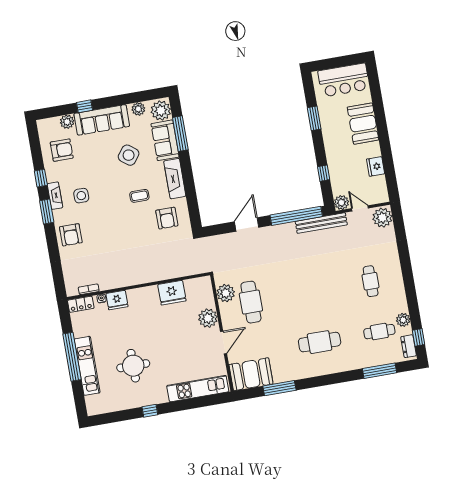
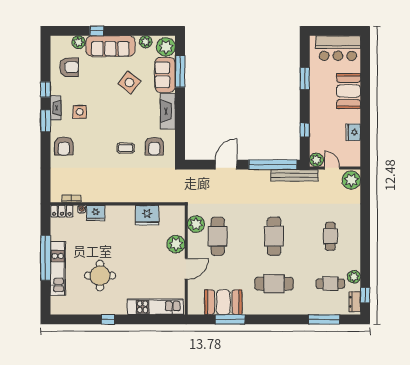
coffee table: (139, 196) -> (126, 148), moved
cafe table: (311, 292) -> (274, 236), added
booth: (251, 374) -> (223, 302), moved

